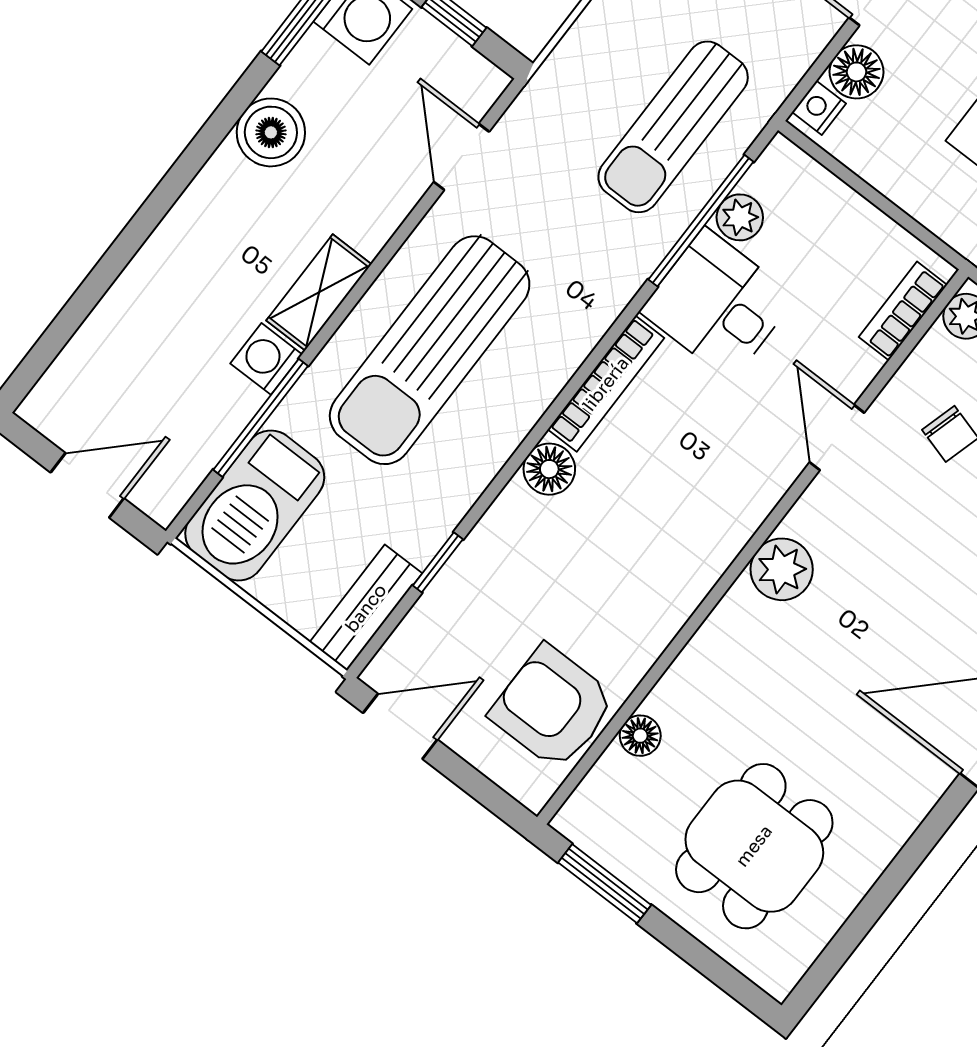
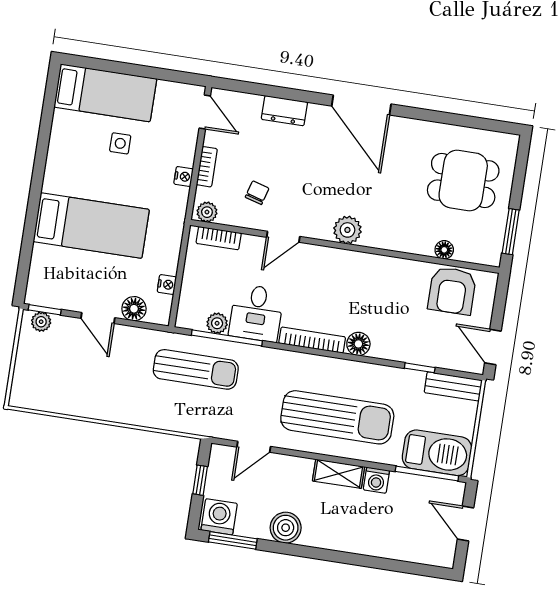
nightstand: (819, 108) -> (167, 285), moved, turned -90
window: (261, 418) -> (427, 474), moved

